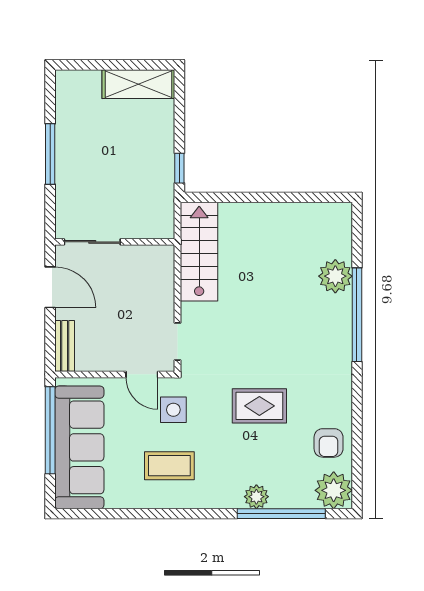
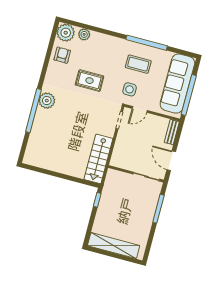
shelving: (138, 84) -> (114, 246), width x1.47
window: (50, 154) -> (158, 209), moved
plant: (335, 276) -> (47, 101), moved
door: (142, 374) -> (140, 109), swing flipped
plant: (256, 497) -> (84, 34), moved
window: (281, 514) -> (147, 43), moved

